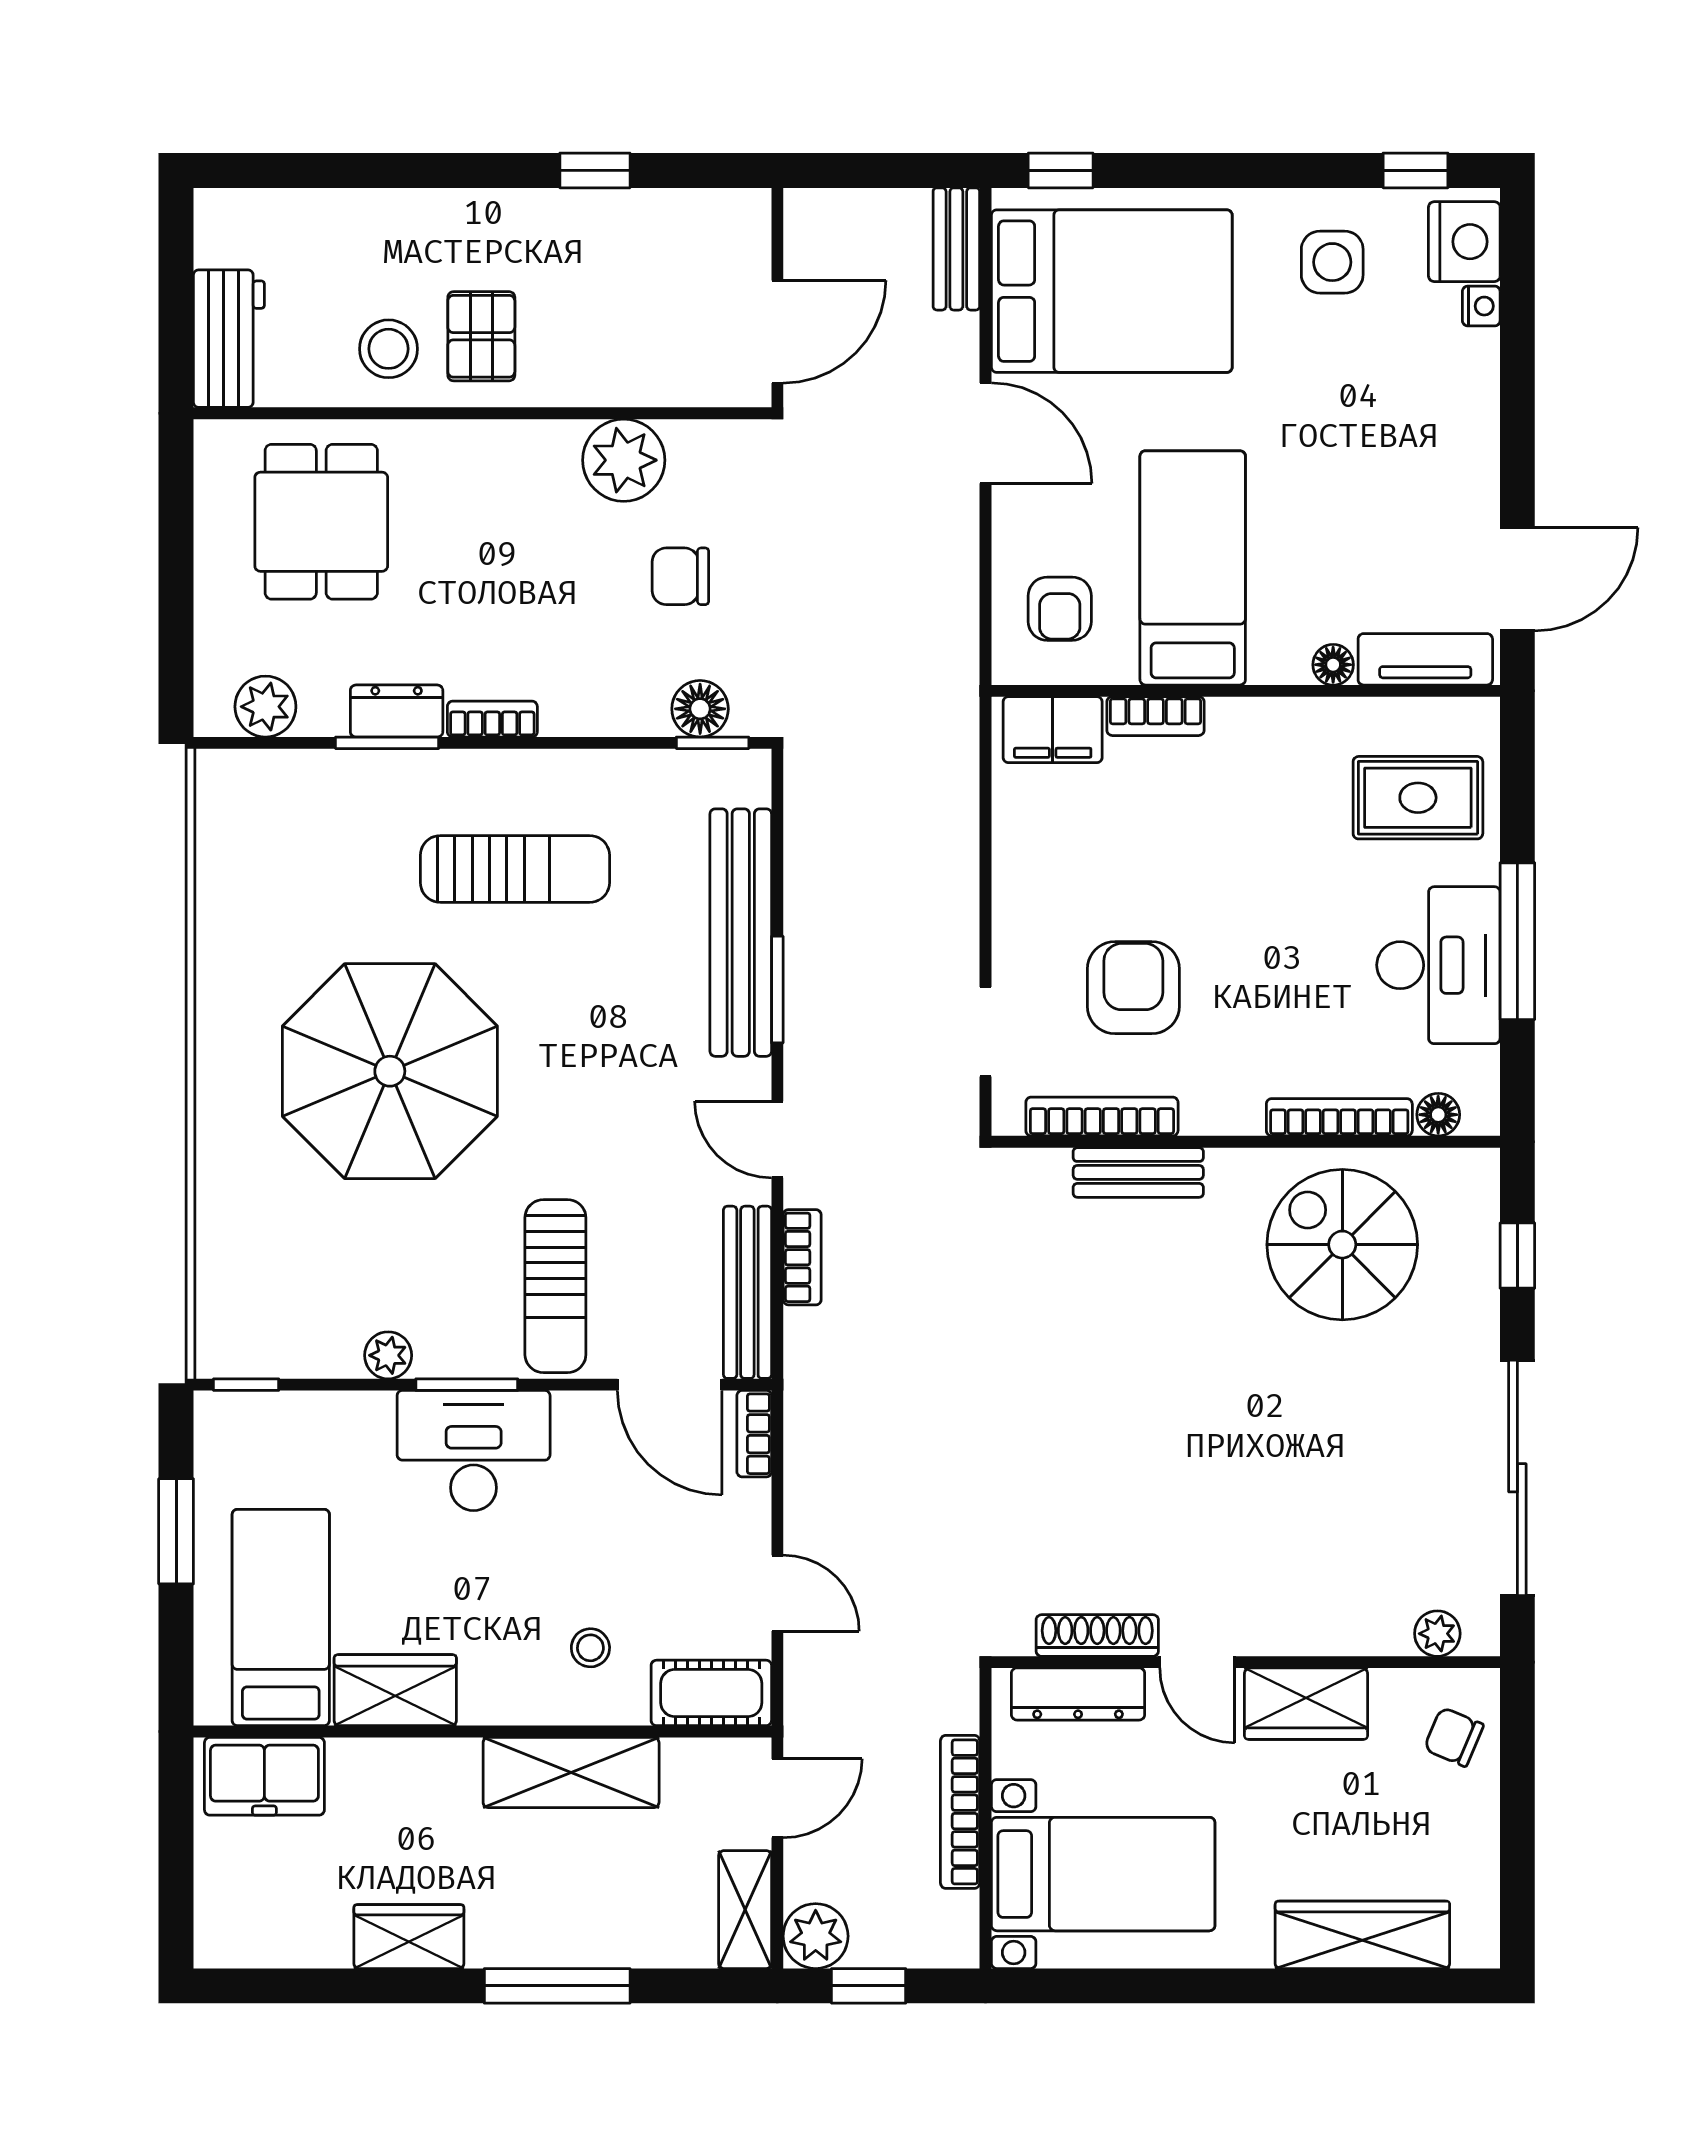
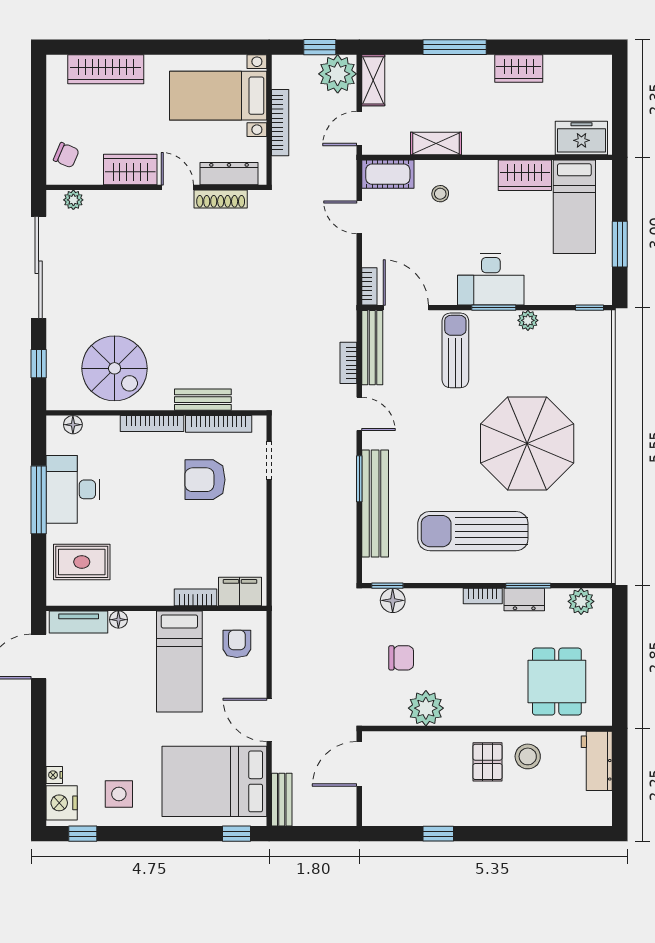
sun lounger: (515, 869) -> (473, 531), width x1.36, depth x1.34
armchair: (1133, 988) -> (205, 480), turned 90
bookcase: (1339, 1117) -> (152, 424), moved
shelving: (571, 1772) -> (436, 143), width x0.67, depth x0.75
plant: (816, 1936) -> (338, 74), width x1.36, depth x1.36

